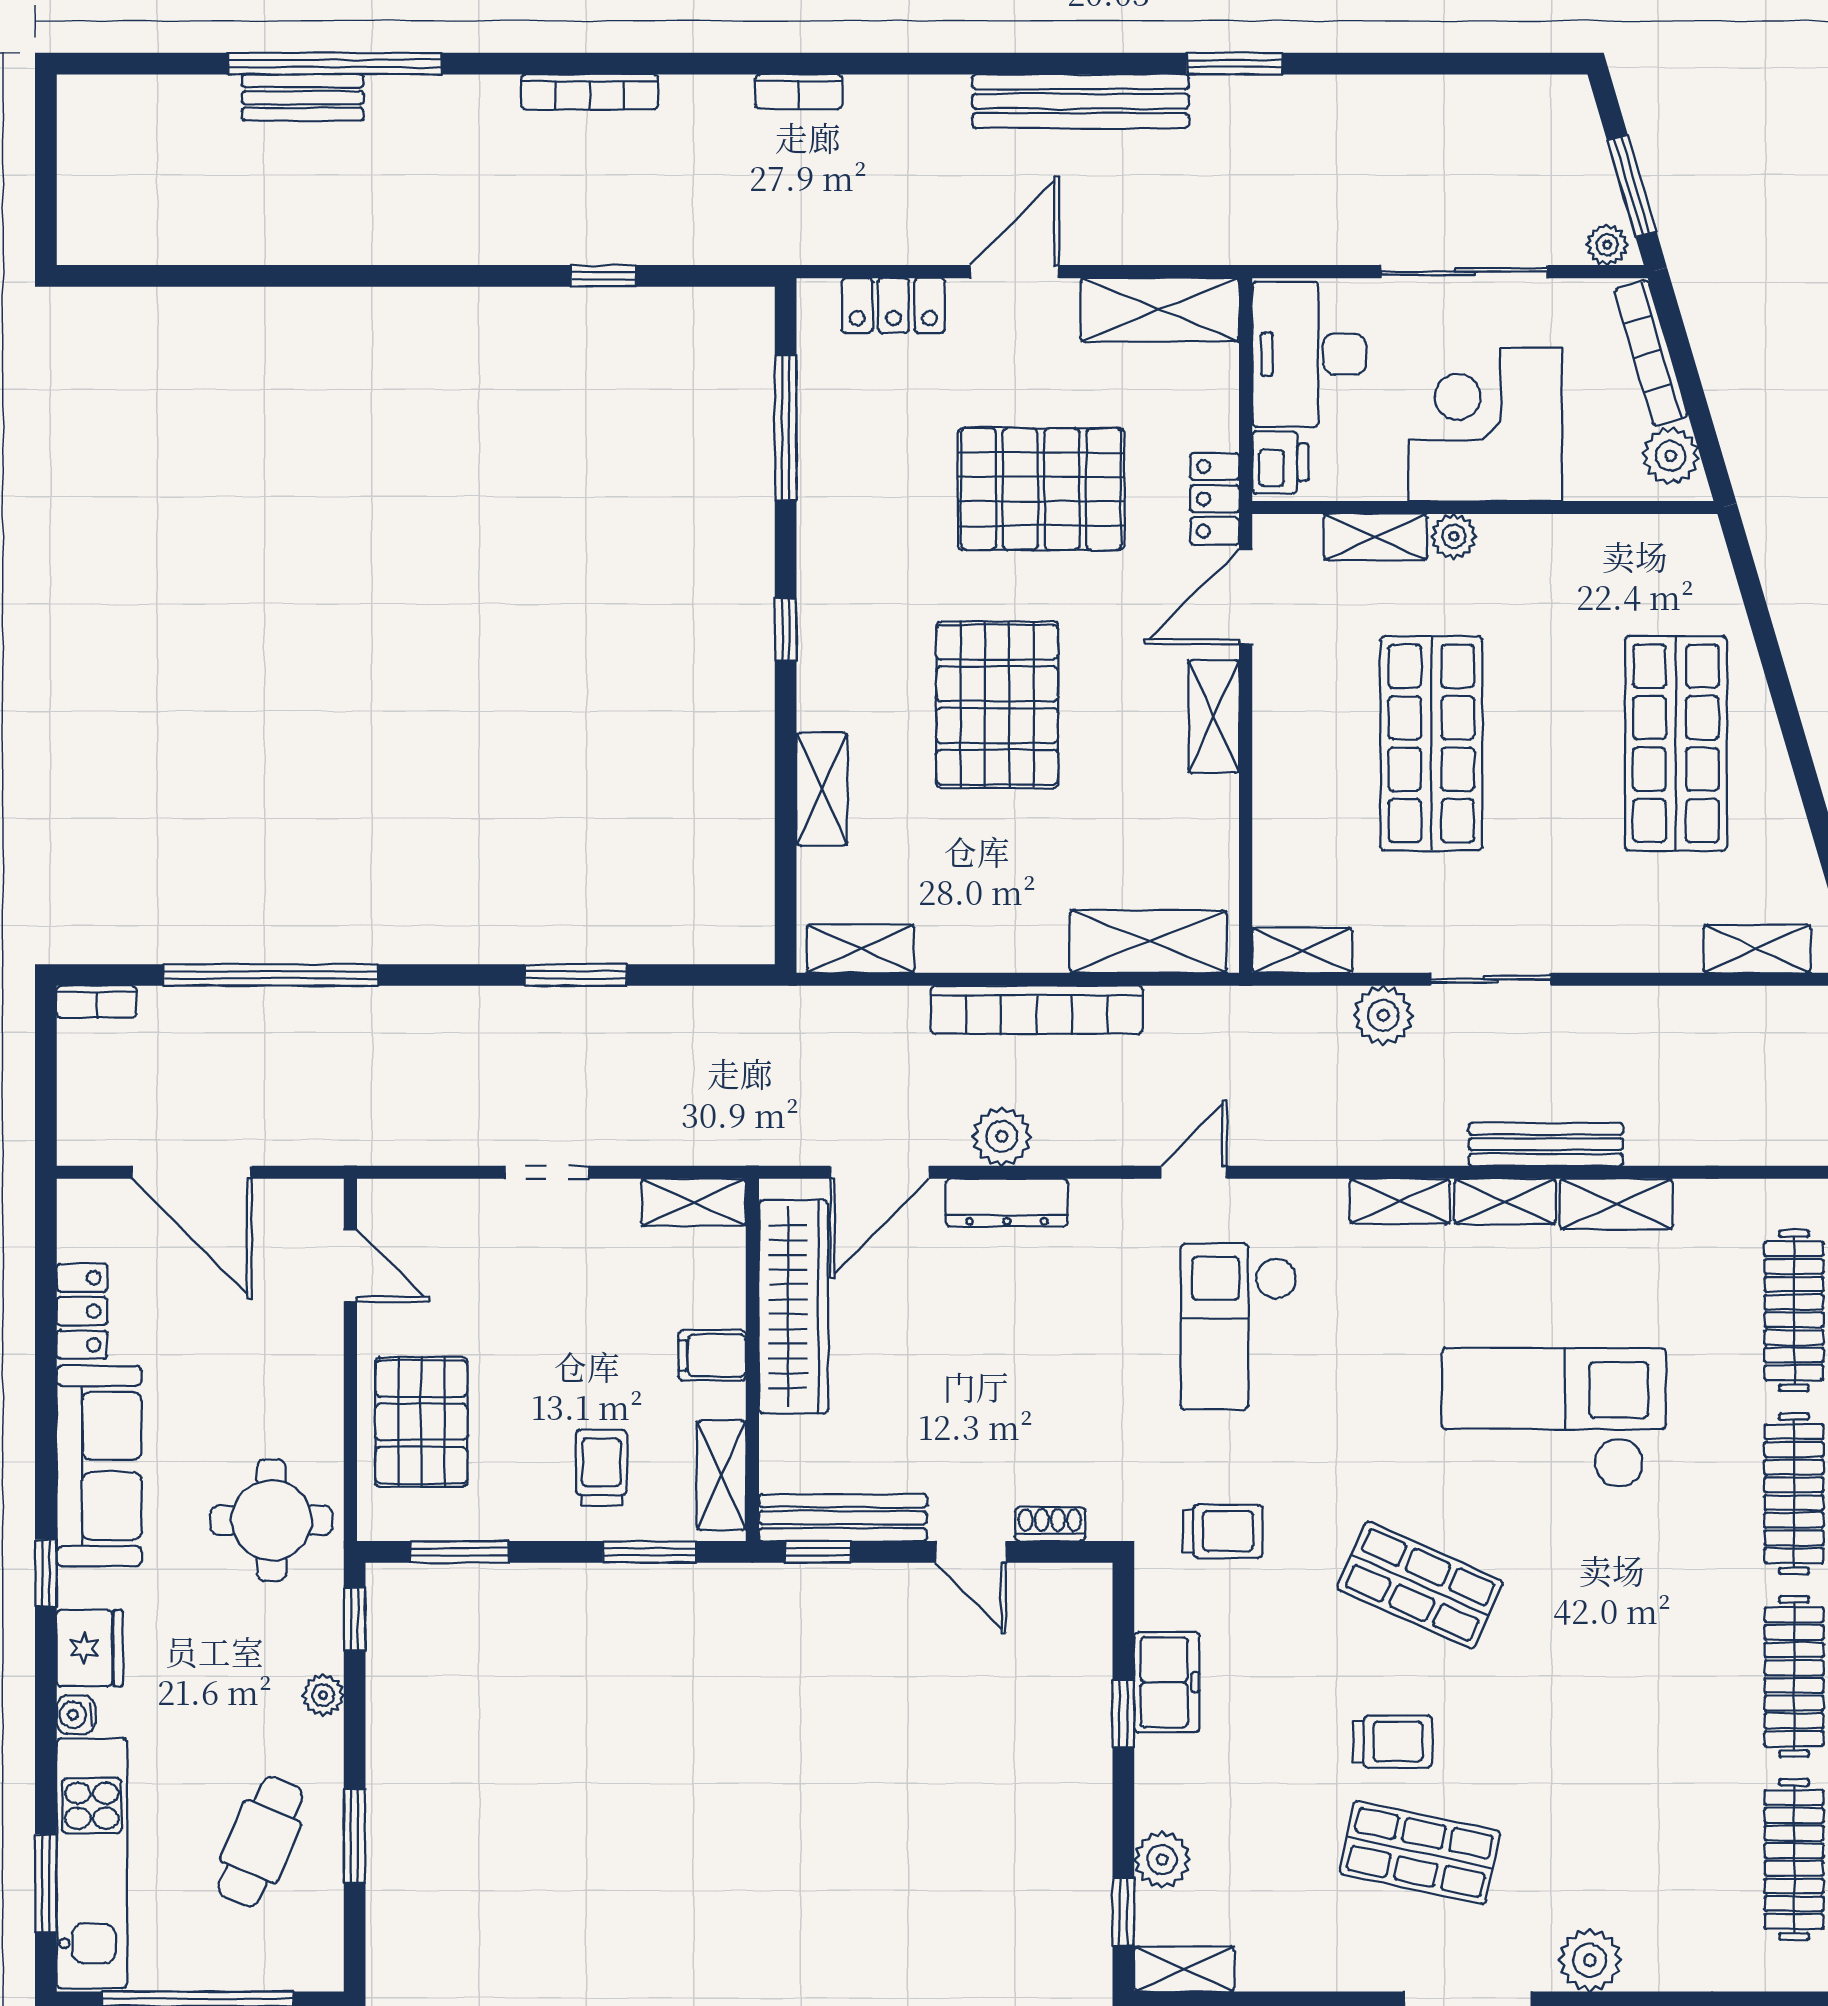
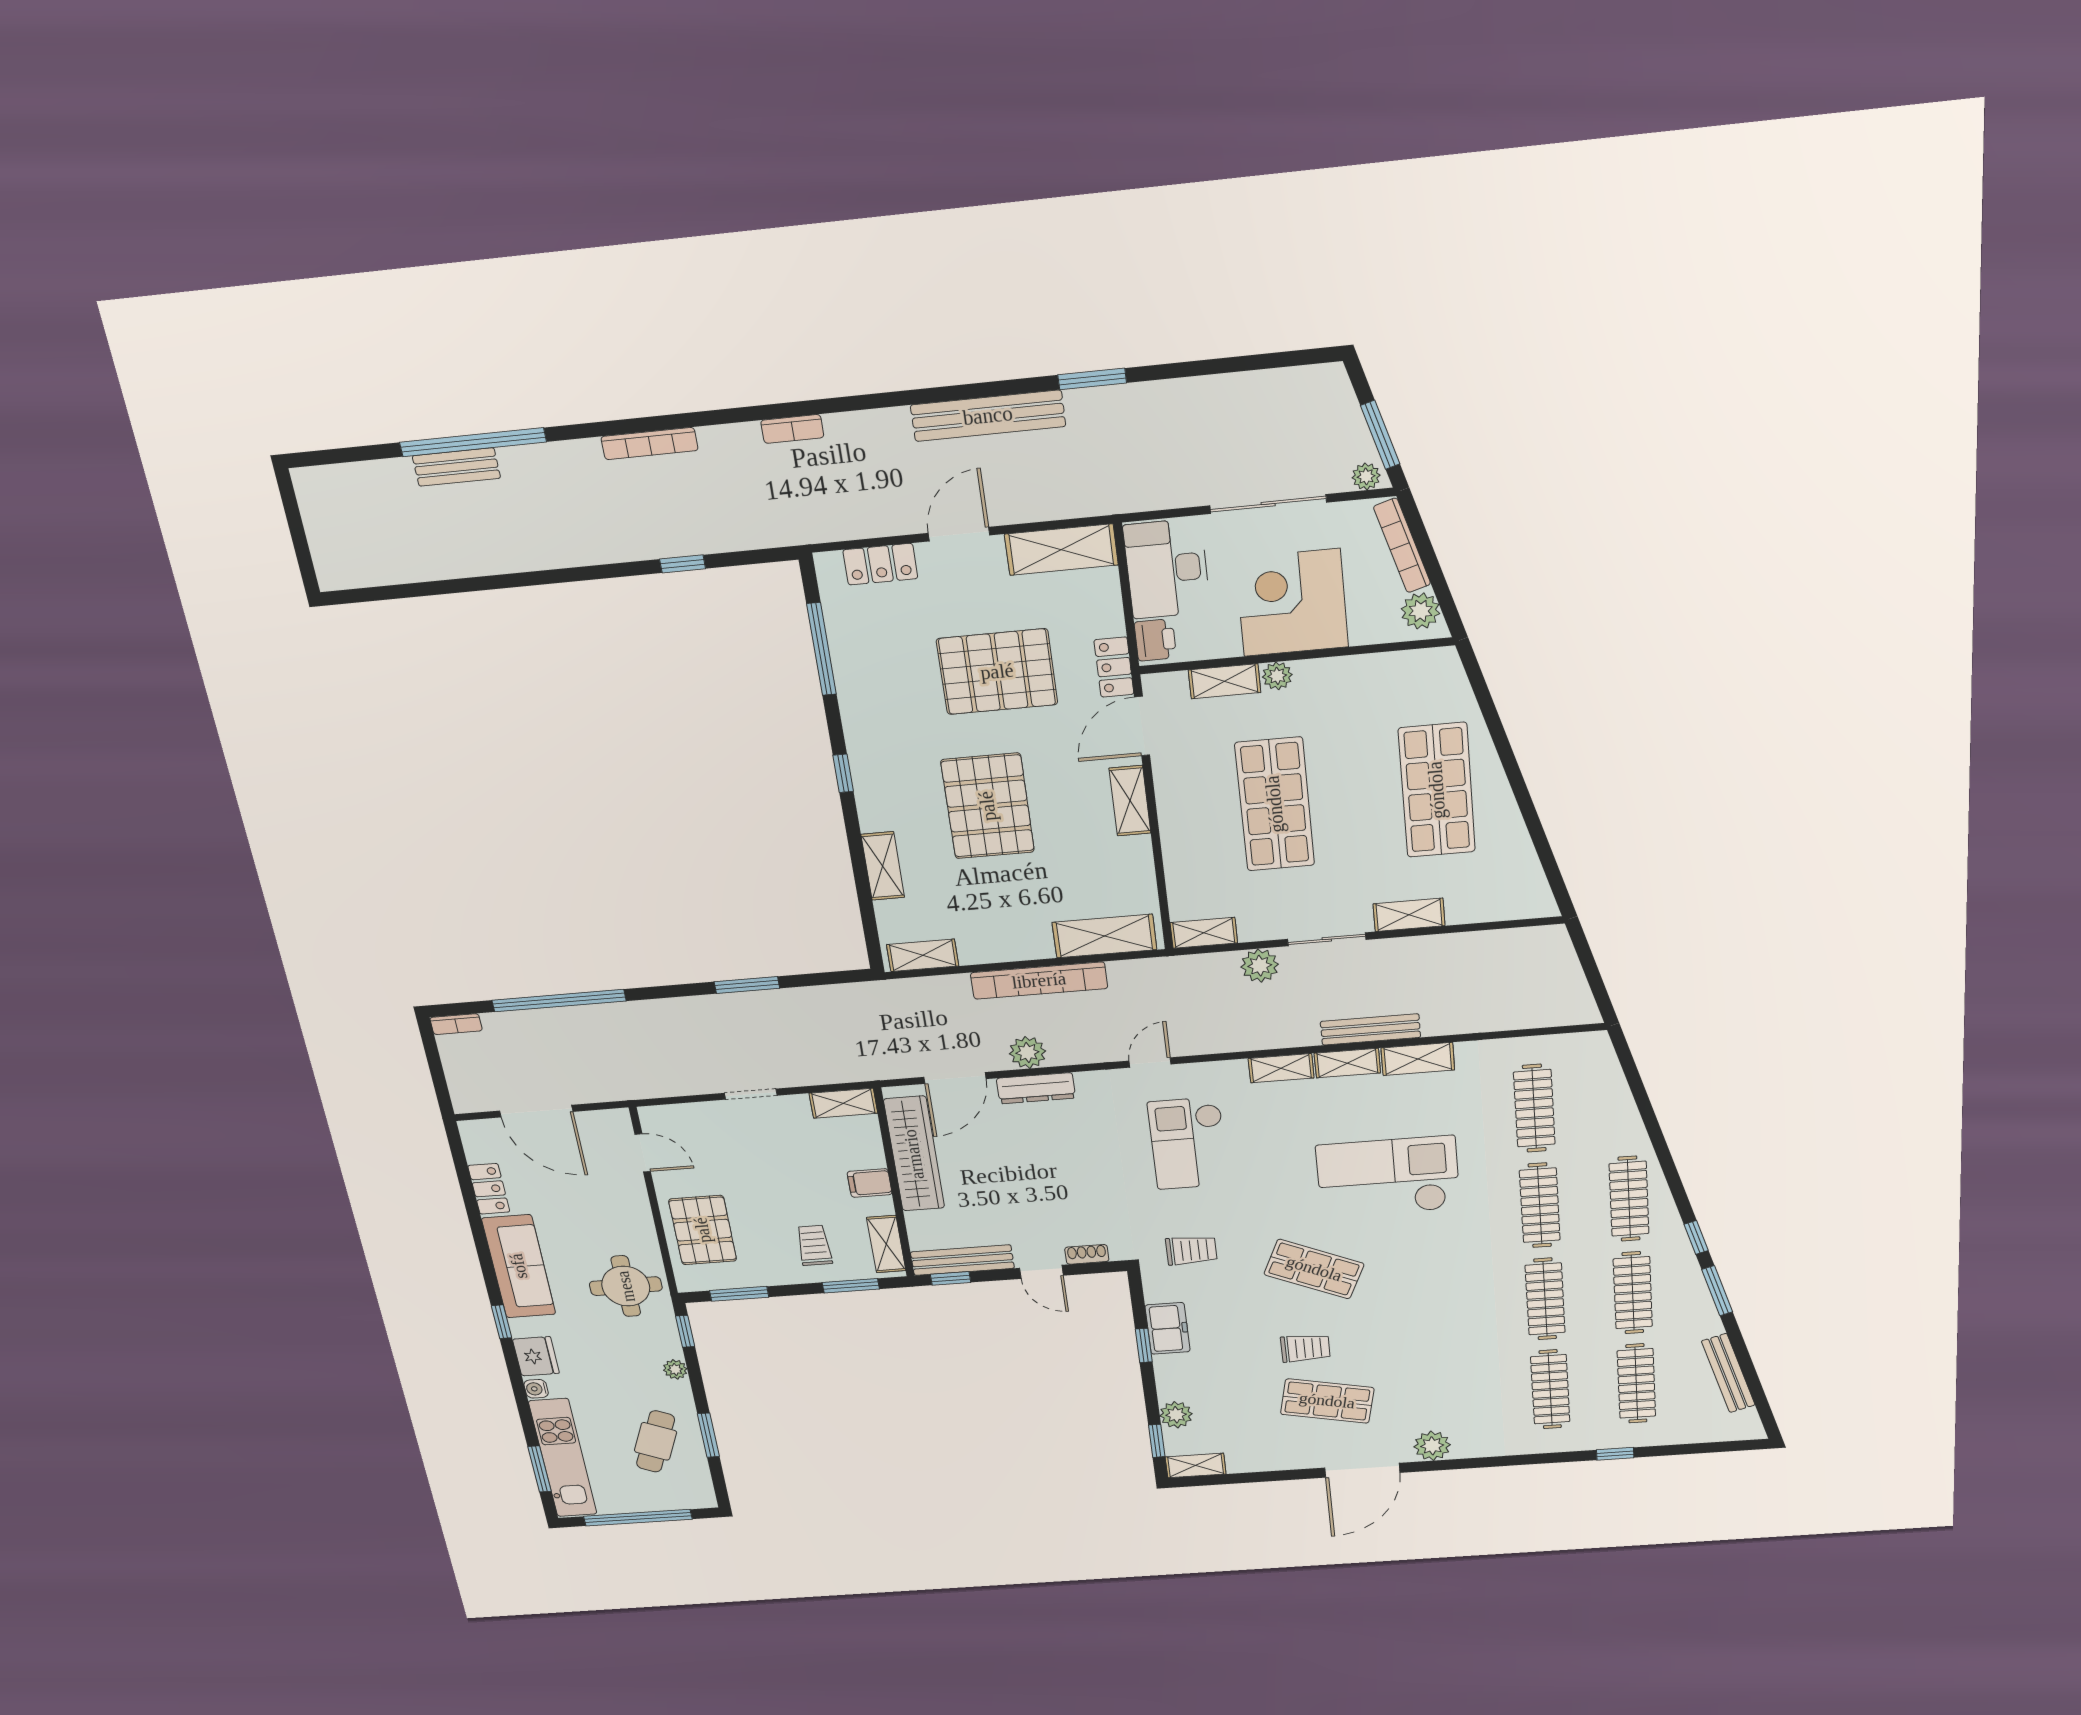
shelving: (1757, 949) -> (1409, 915), moved

